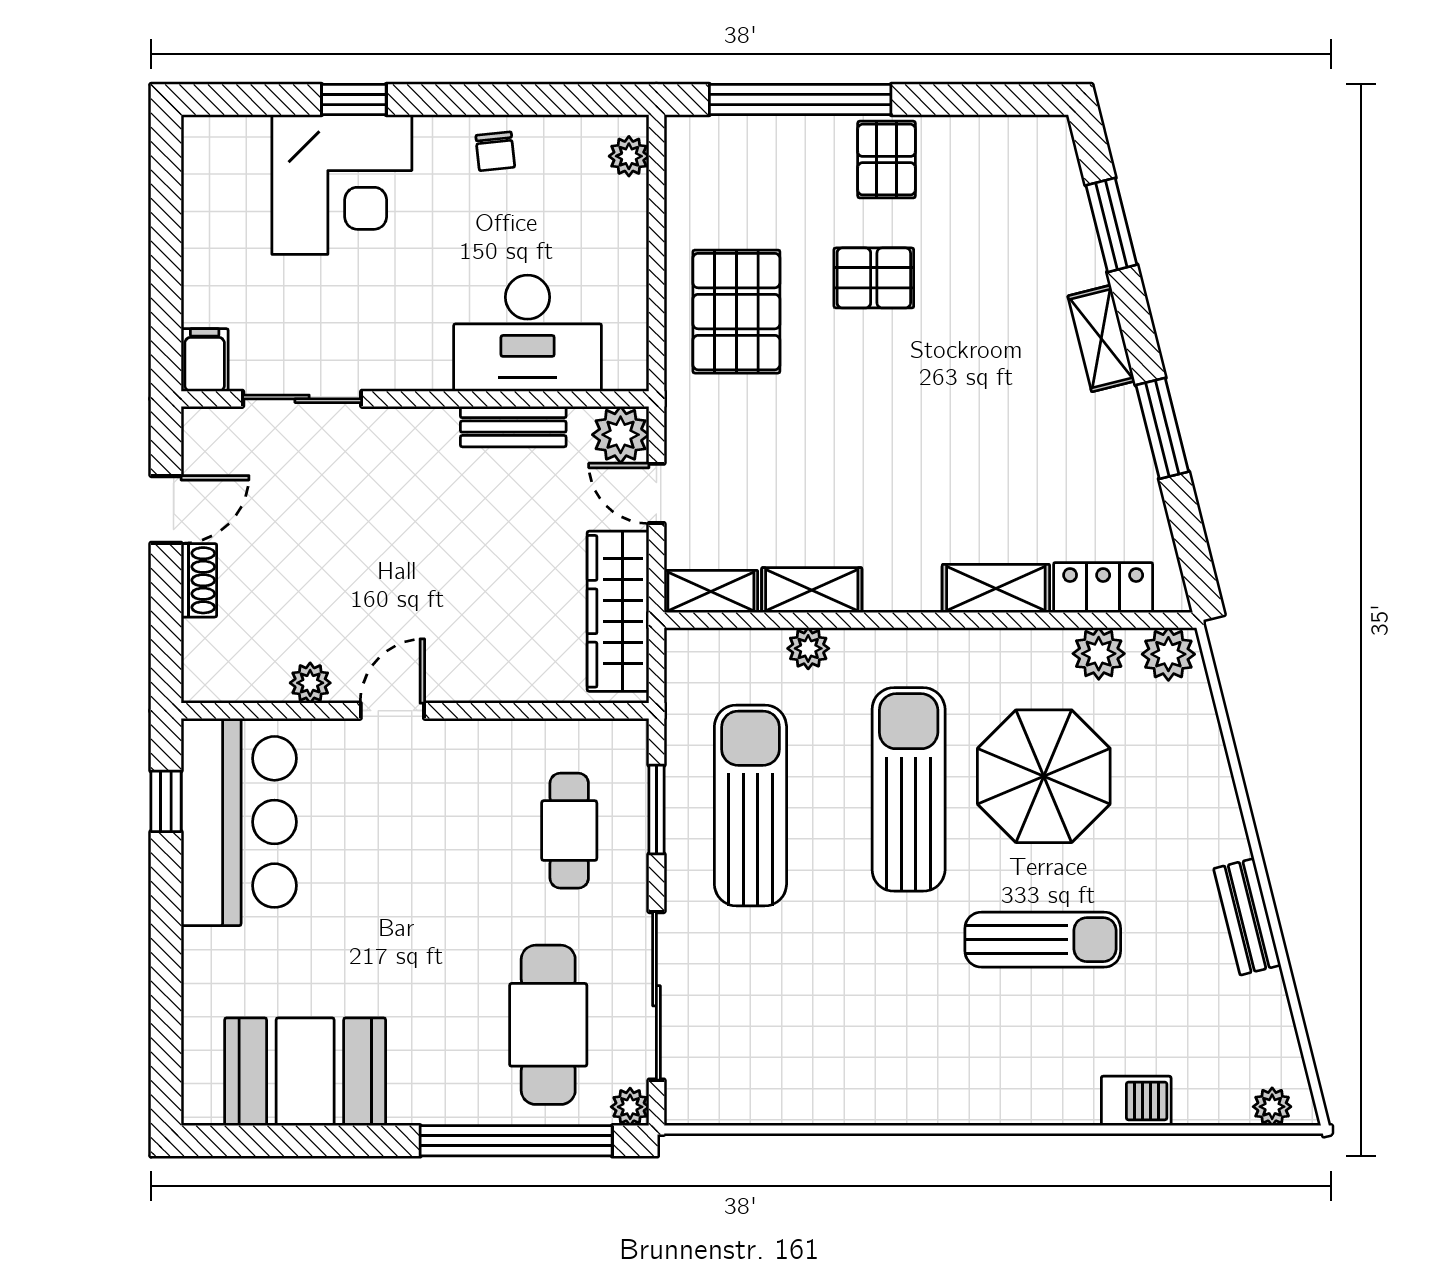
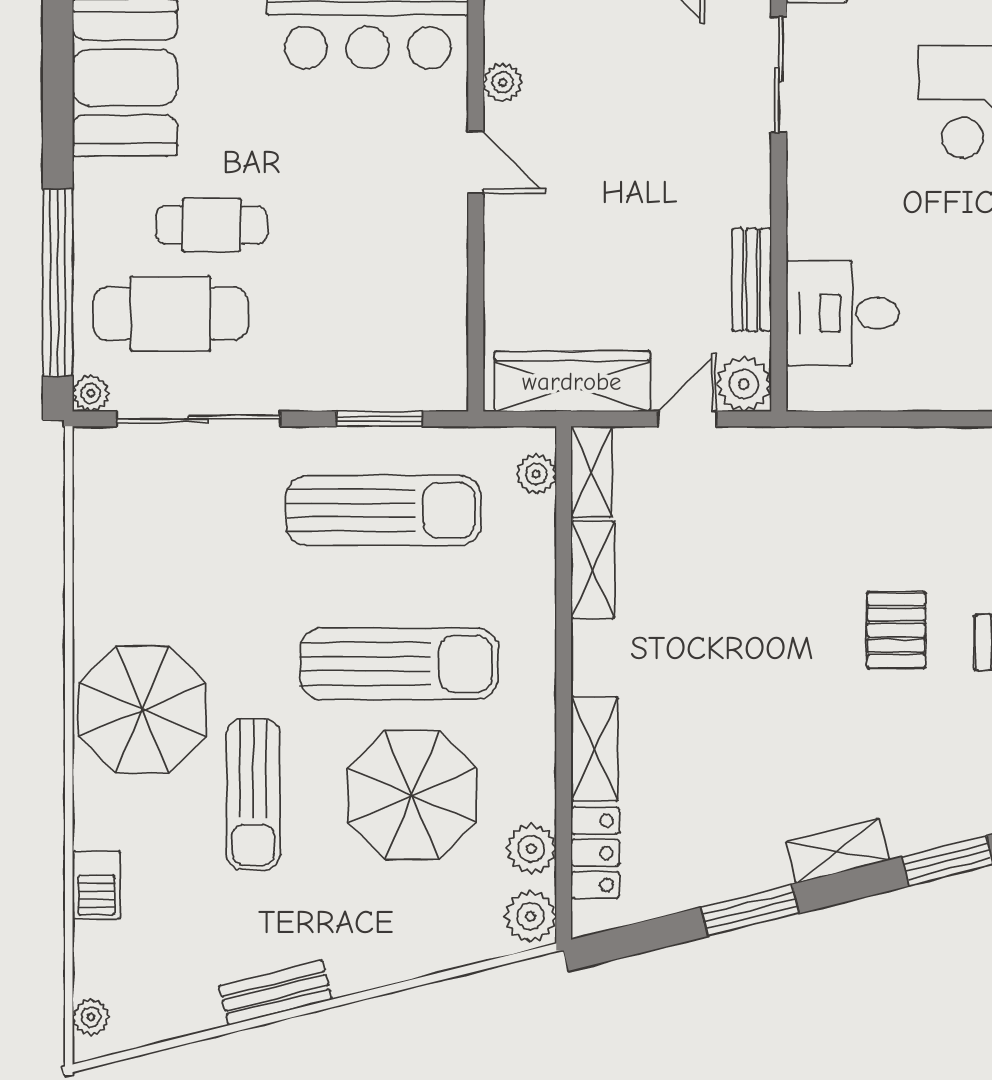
pallet: (736, 312) -> (864, 497), removed
desk: (528, 333) -> (843, 313), width x0.73
plant: (808, 648) -> (536, 474), moved
cafe table: (569, 831) -> (212, 225), moved
parasol: (956, 1054) -> (142, 710), added

